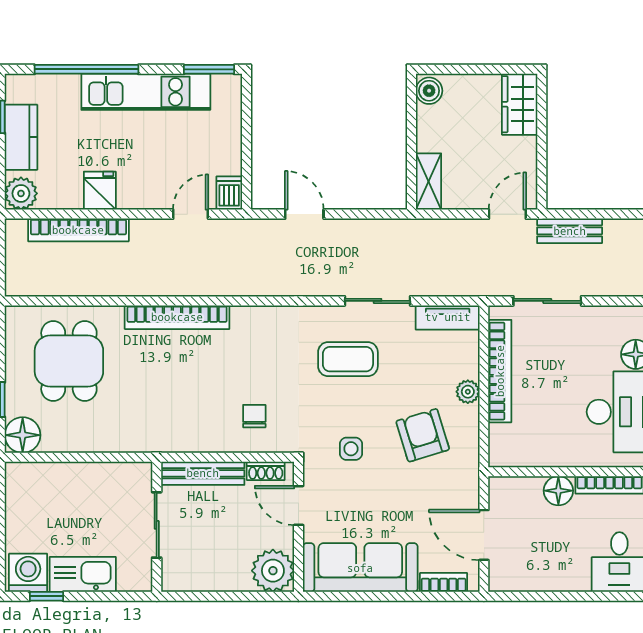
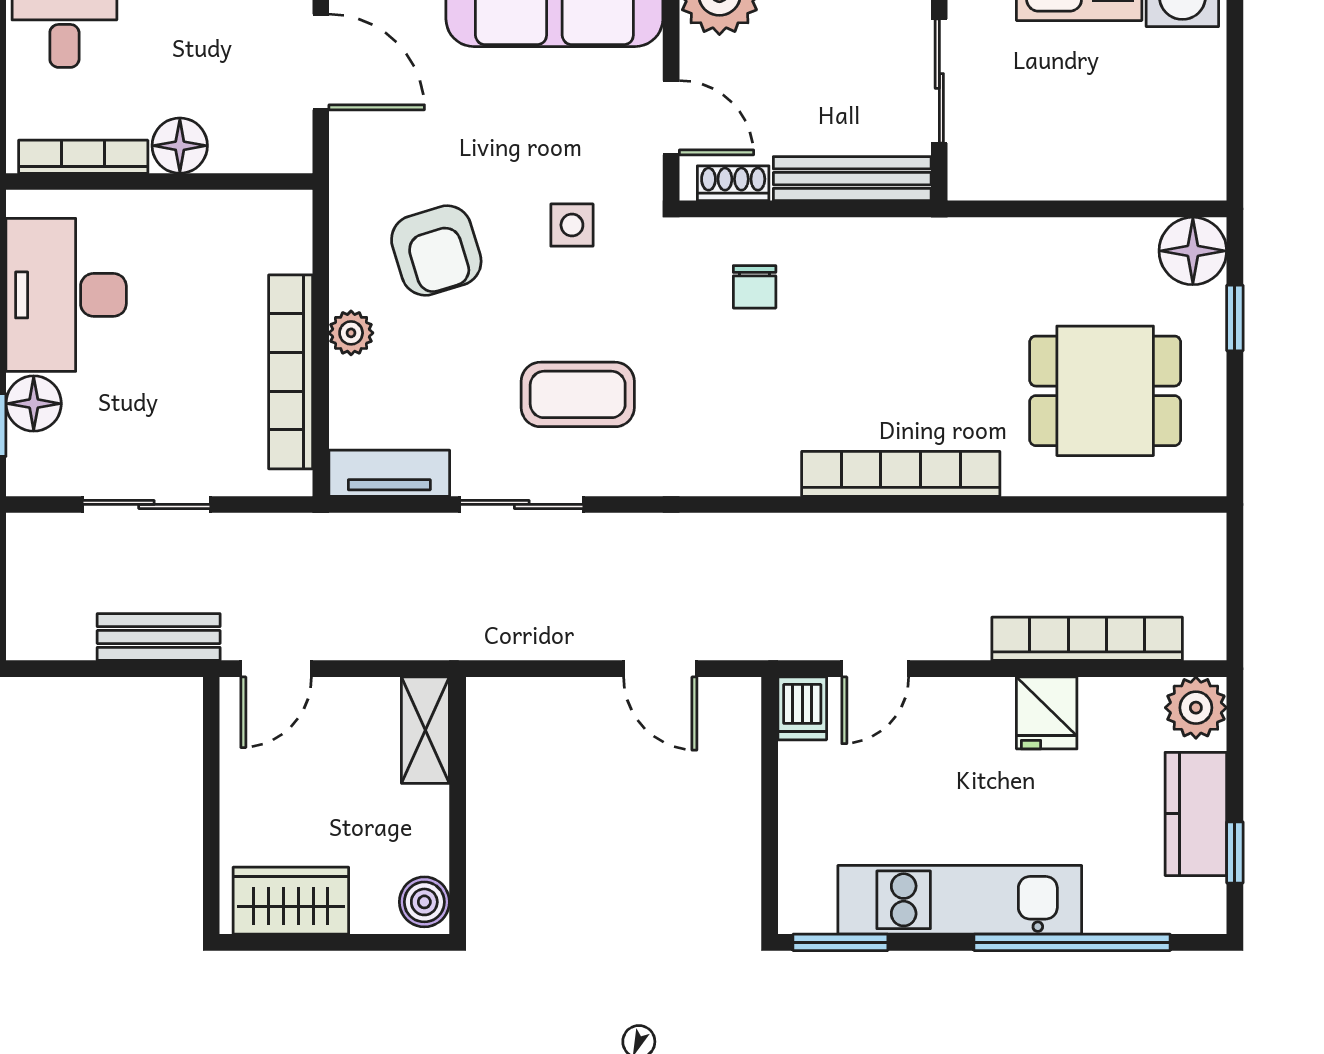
wardrobe: (520, 104) -> (291, 901), moved, turned -90
sliding door: (547, 301) -> (146, 504), moved
dining table: (69, 361) -> (1105, 391), turned 90

